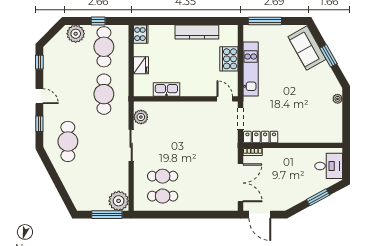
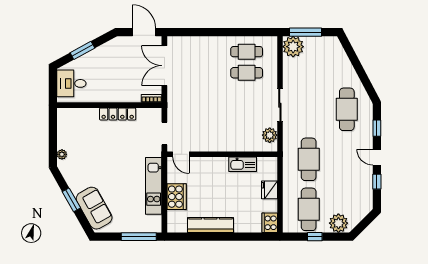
window: (39, 62) -> (377, 182), moved
locker: (261, 137) -> (118, 114), moved

